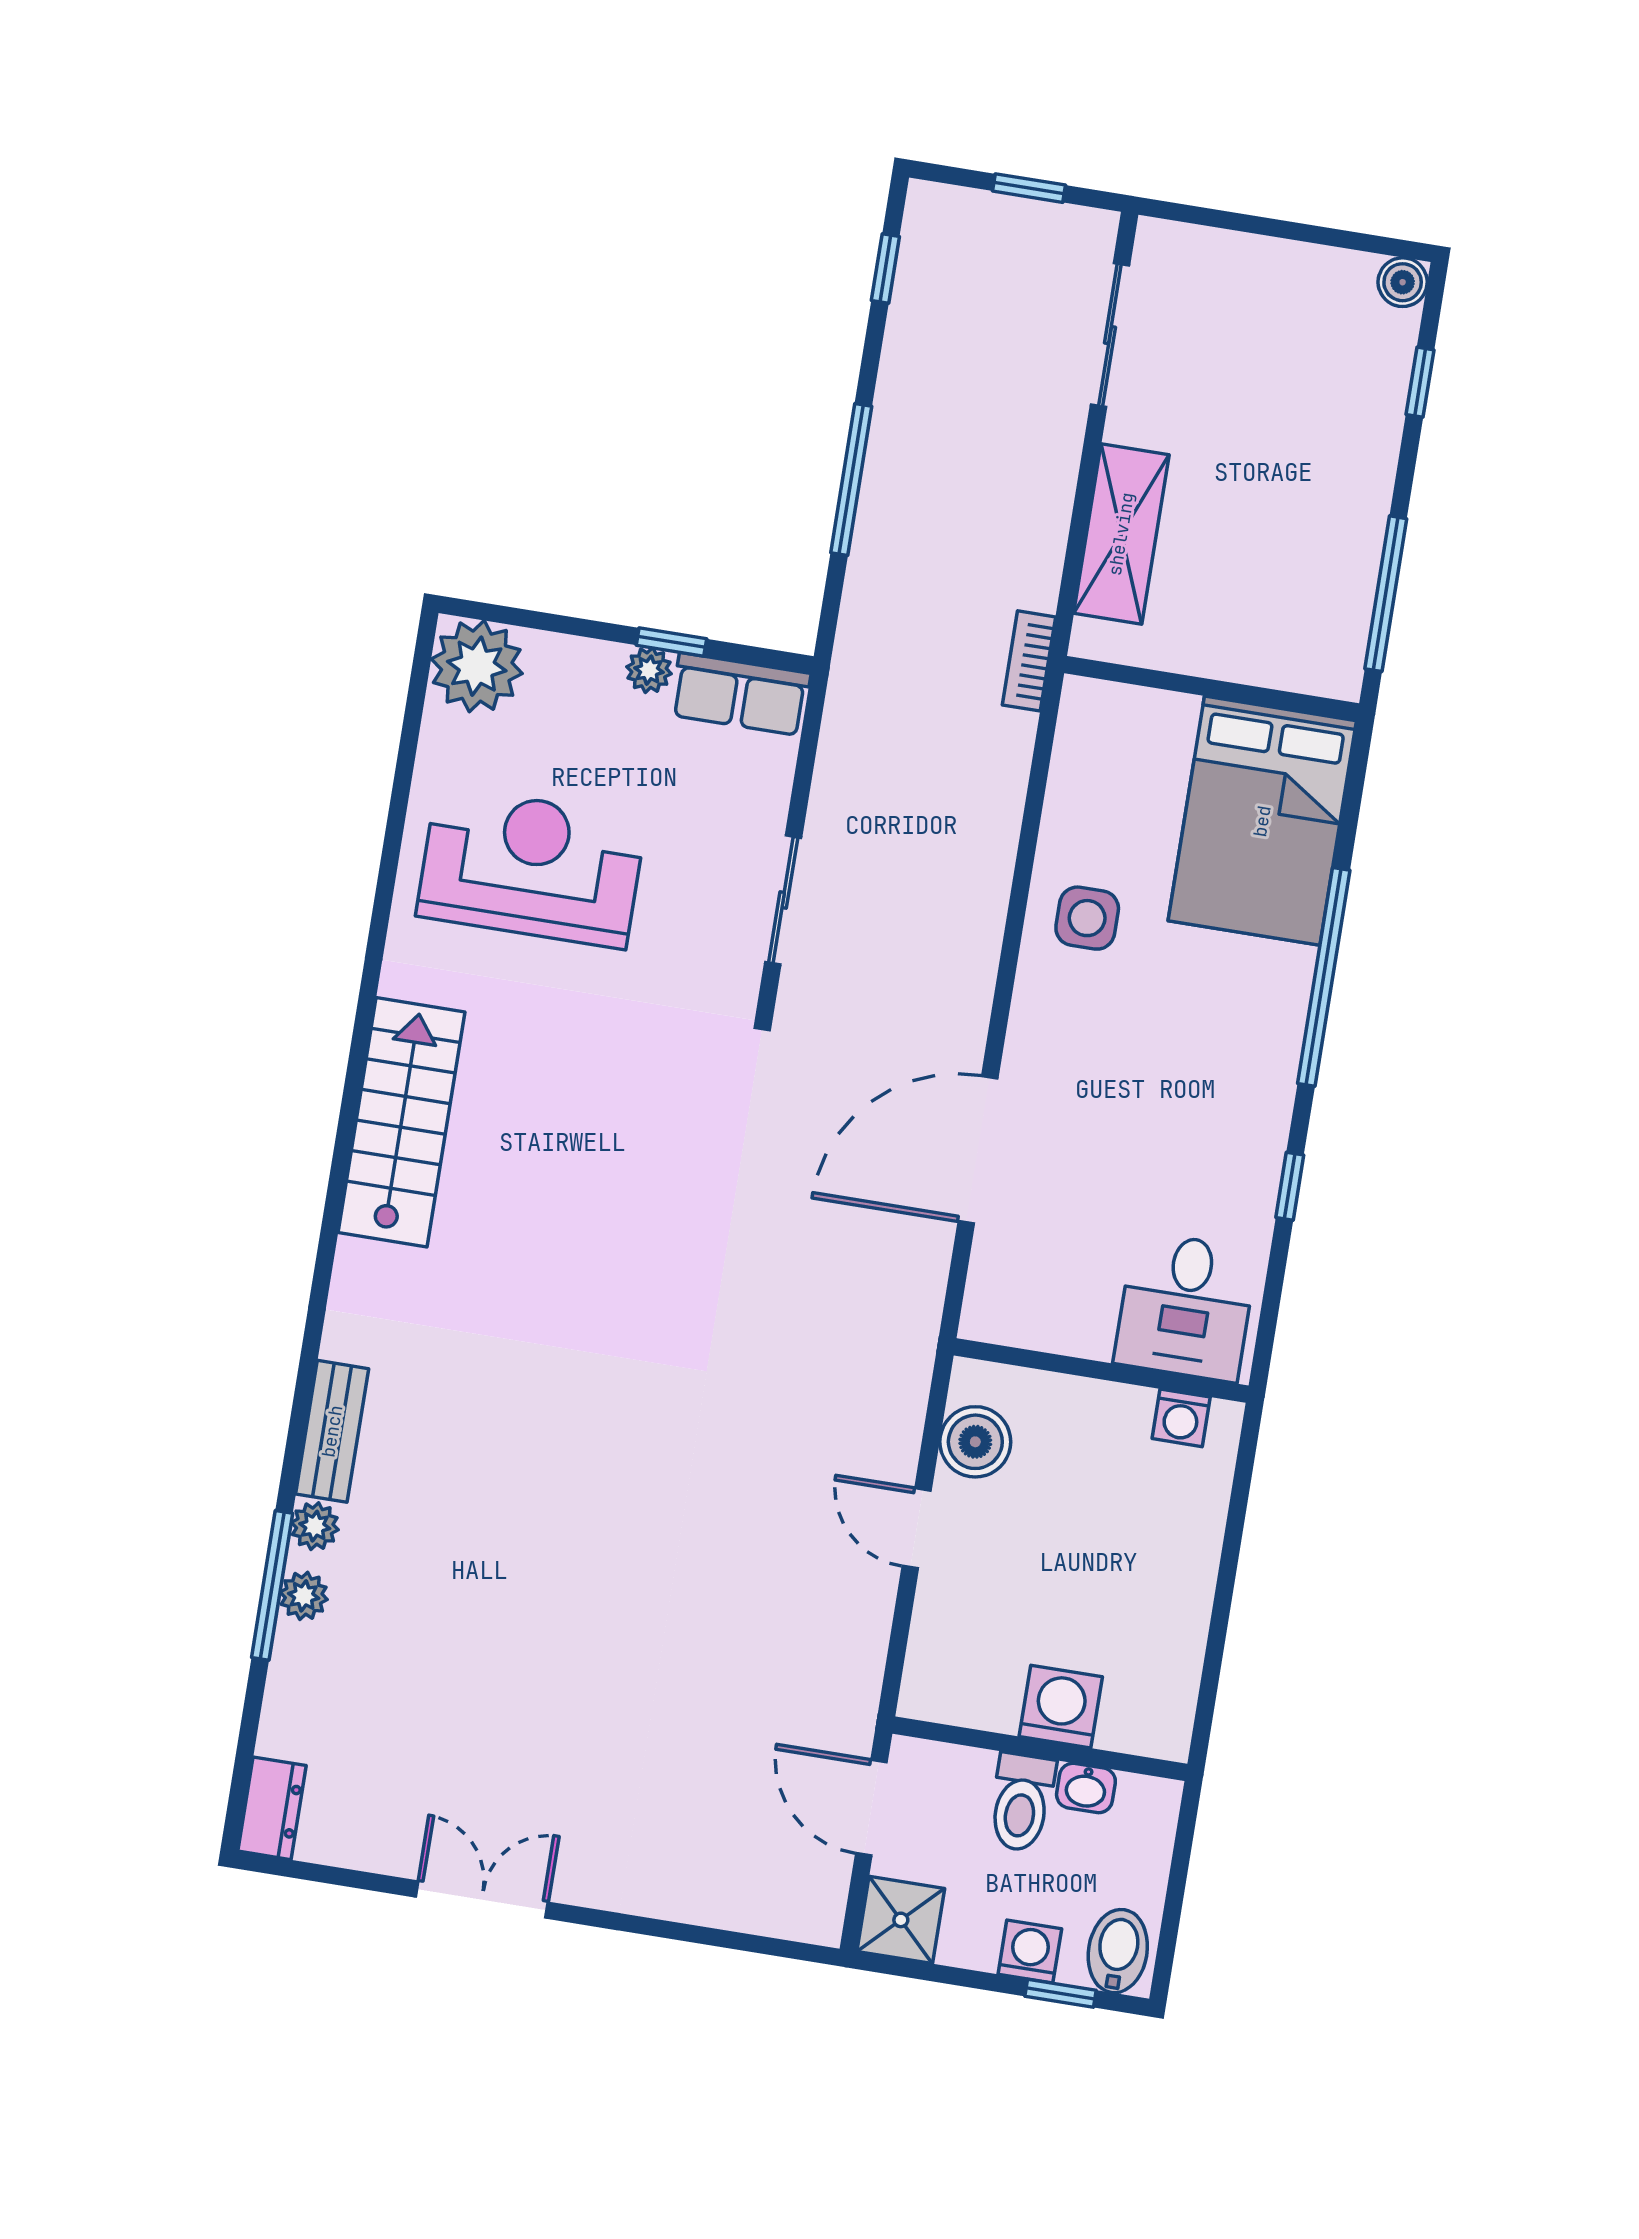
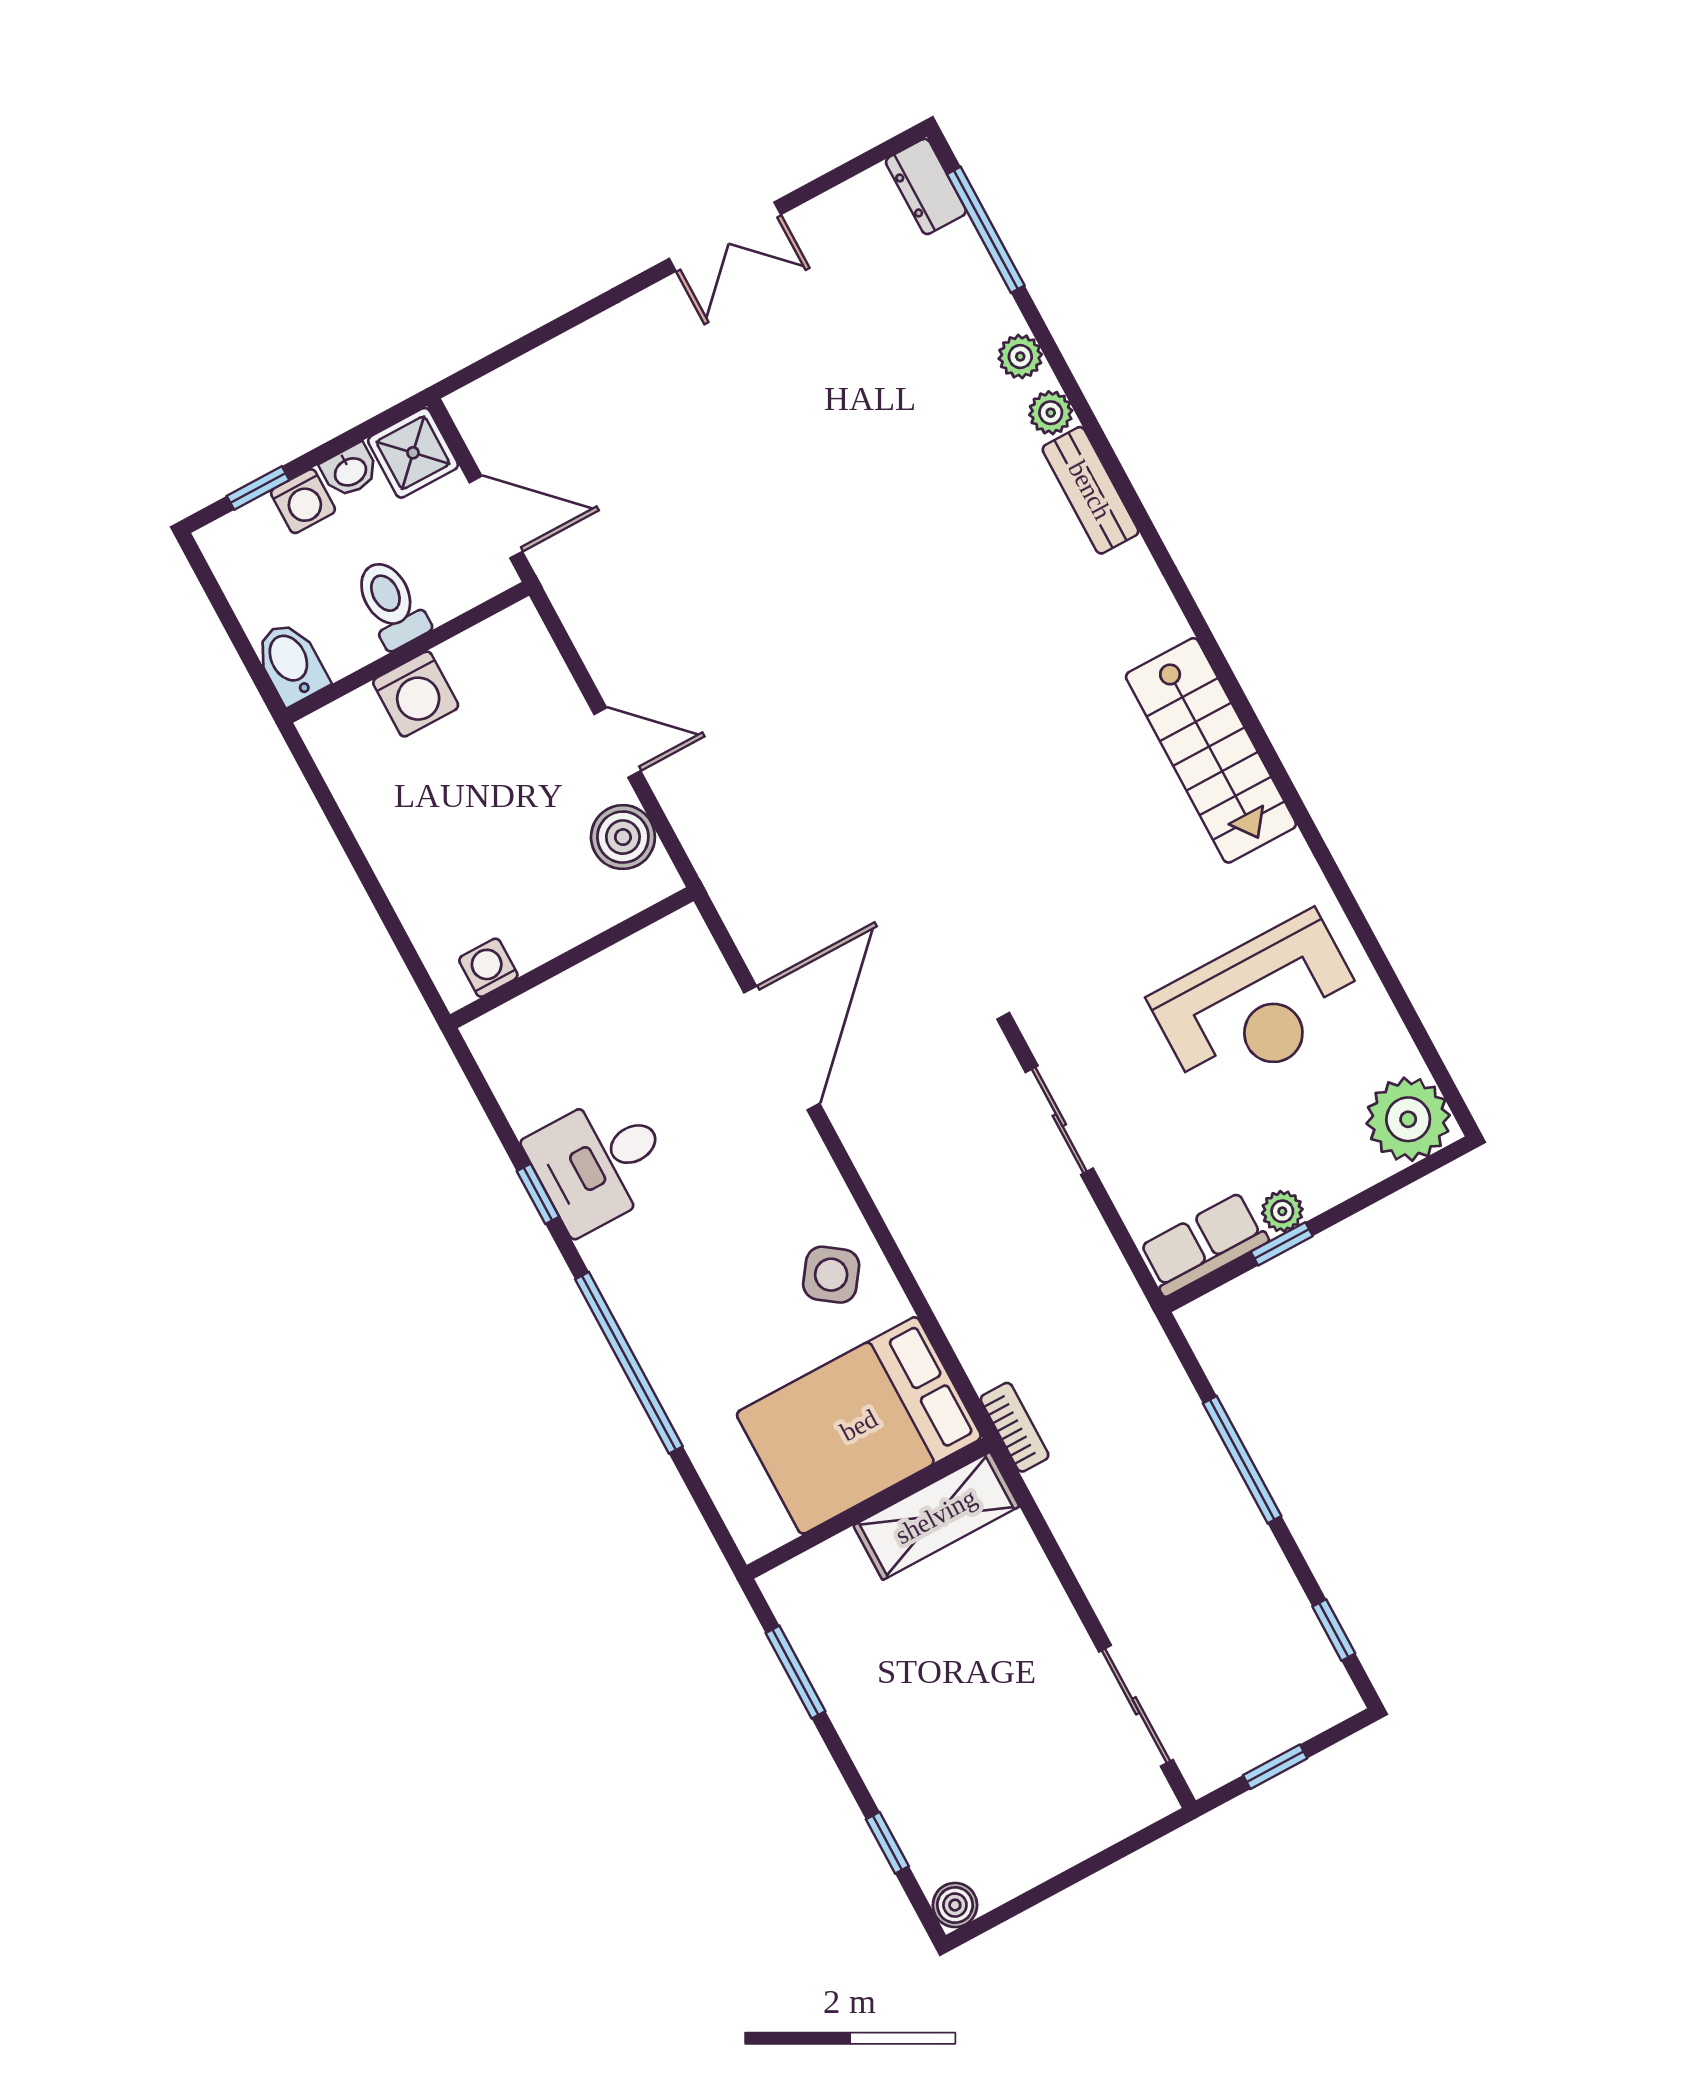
shelving: (1121, 534) -> (936, 1516), moved, turned 90
window: (1386, 594) -> (795, 1672), width x0.69
bed: (1262, 821) -> (859, 1425), moved, turned -90
side table: (1087, 918) -> (831, 1275), turned 36
desk: (1186, 1307) -> (600, 1162), moved, turned -90
window: (272, 1585) -> (986, 230), moved
washbasin: (1086, 1788) -> (350, 471), moved, turned 180
bidet: (1118, 1951) -> (291, 663), moved, turned 180

